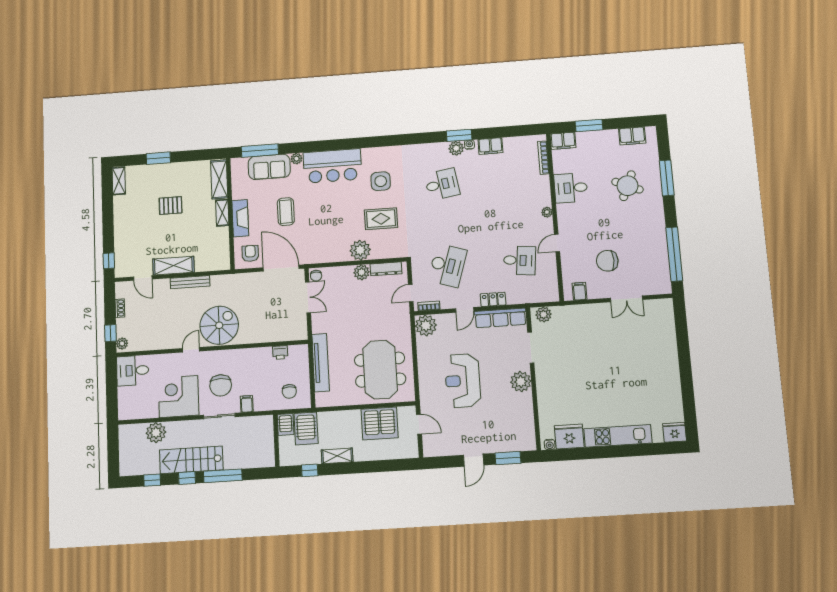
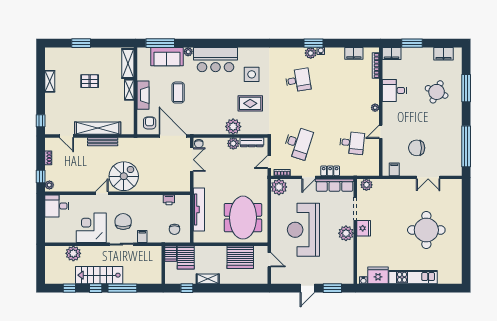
filing cabinet: (490, 146) -> (354, 53), moved
shelving: (119, 181) -> (50, 81), moved
shelving: (173, 266) -> (98, 128), width x1.47
round table: (630, 370) -> (426, 230), added
reception desk: (463, 381) -> (303, 230), width x1.36, depth x1.30
chair: (221, 385) -> (123, 222), turned 180
fridge: (675, 432) -> (364, 228), moved, turned 90

